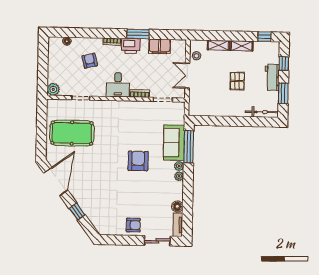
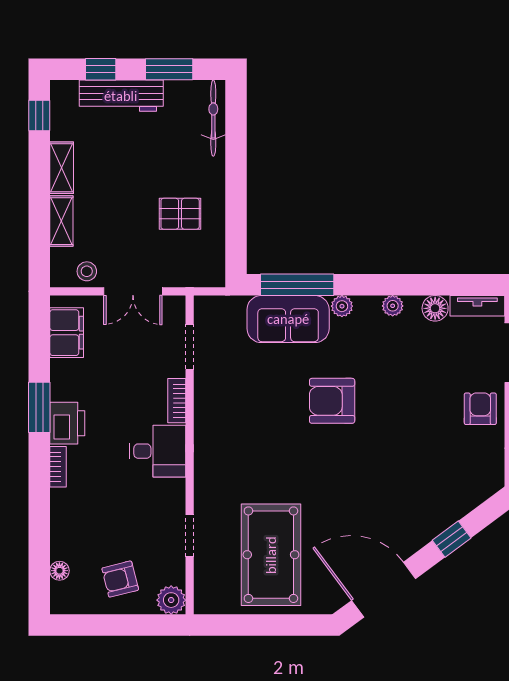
filing cabinet: (160, 46) -> (67, 333), moved
armchair: (90, 61) -> (120, 579), moved
workbench: (272, 77) -> (121, 96), width x1.37
pallet: (237, 81) -> (180, 214), moved
plant: (179, 176) -> (393, 306), moved

